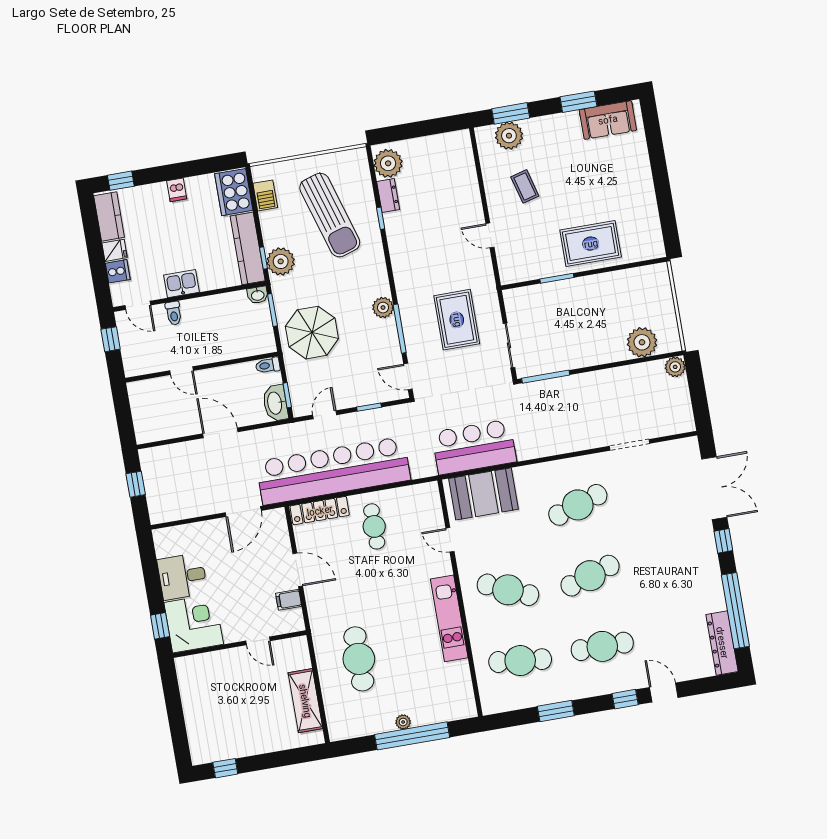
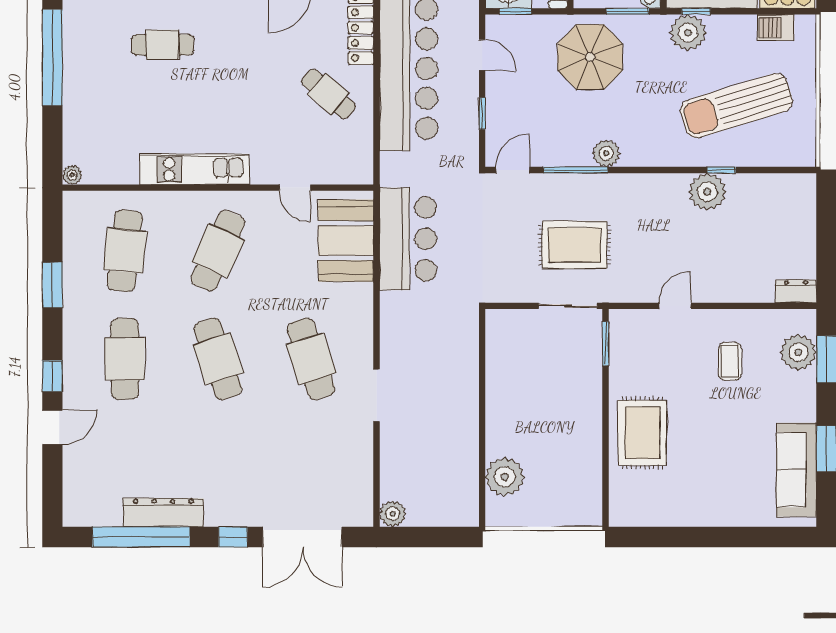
sofa: (608, 120) -> (797, 470), width x1.36
plant: (388, 163) -> (707, 192), moved
coffee table: (525, 186) -> (730, 361), turned -75
dresser: (388, 196) -> (796, 291), moved, turned 180
window: (557, 278) -> (606, 344), moved
sliding door: (509, 345) -> (568, 306), moved
plant: (675, 367) -> (393, 514), moved
window: (546, 377) -> (482, 346), removed
doorway: (630, 445) -> (376, 395), moved
cafe table: (374, 526) -> (329, 94), turned 41
door: (450, 540) -> (295, 188), swing flipped
dresser: (722, 643) -> (163, 513), moved
cafe table: (359, 659) -> (163, 45), width x0.73, depth x0.74
plant: (403, 722) -> (72, 175), moved
window: (412, 736) -> (52, 58), moved

